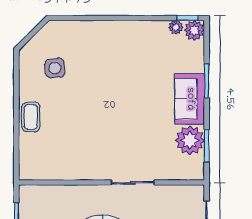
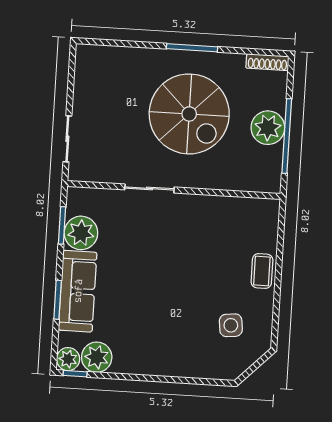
plant: (176, 27) -> (97, 357), width x1.88, depth x1.88
sofa: (190, 99) -> (78, 291), width x1.36

